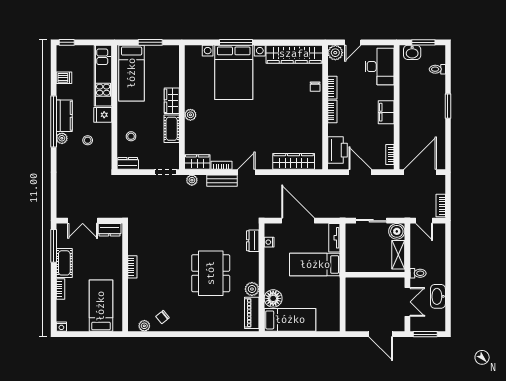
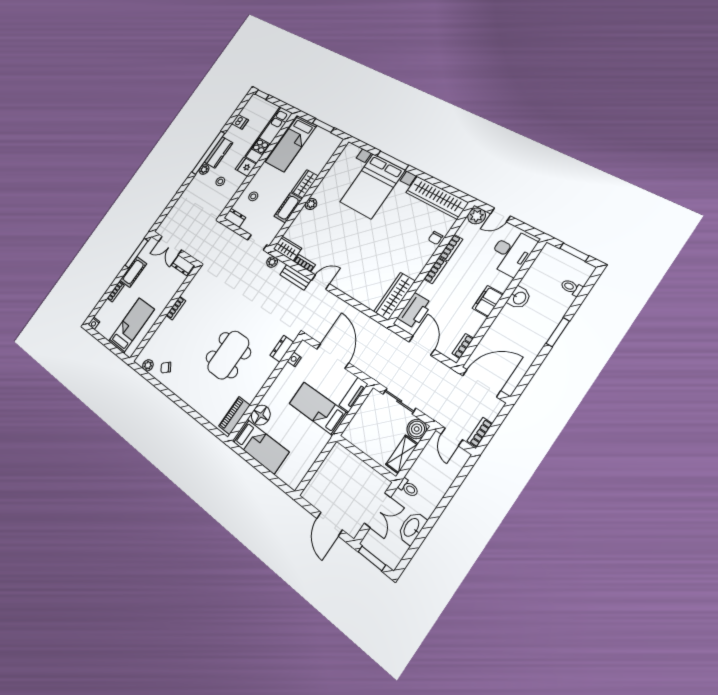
washbasin: (412, 52) -> (519, 298), moved, turned -90
wardrobe: (294, 161) -> (394, 296), moved, turned -90
plant: (252, 289) -> (250, 393), removed

